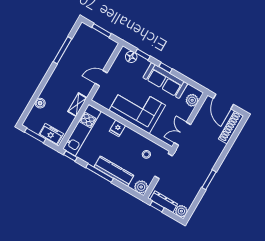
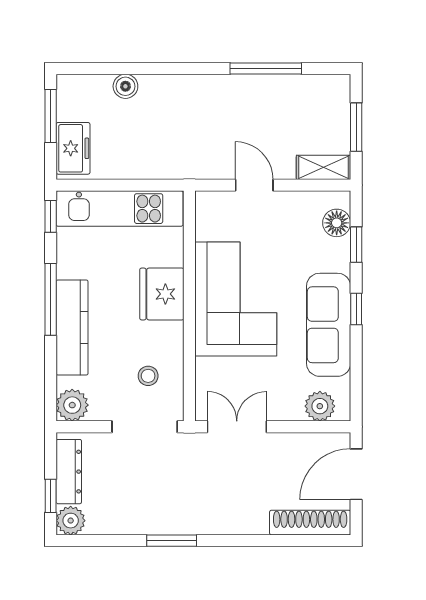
shelving: (77, 105) -> (323, 167), moved
fridge: (117, 128) -> (162, 294), width x1.88, depth x1.34
window: (157, 206) -> (51, 496), moved

